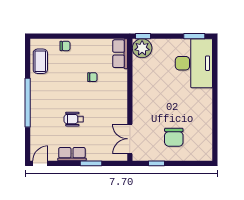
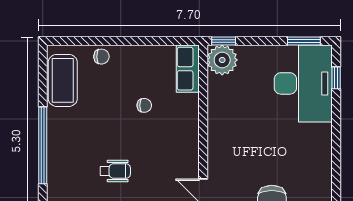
window: (215, 60) -> (336, 78), added
coffee table: (40, 61) -> (63, 80), width x1.36, depth x1.32
wheelchair: (74, 119) -> (115, 171), turned 180

